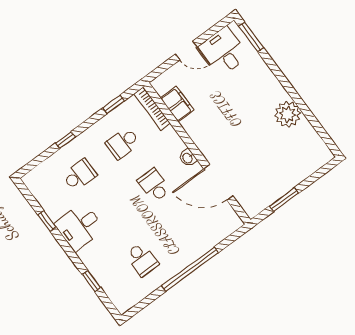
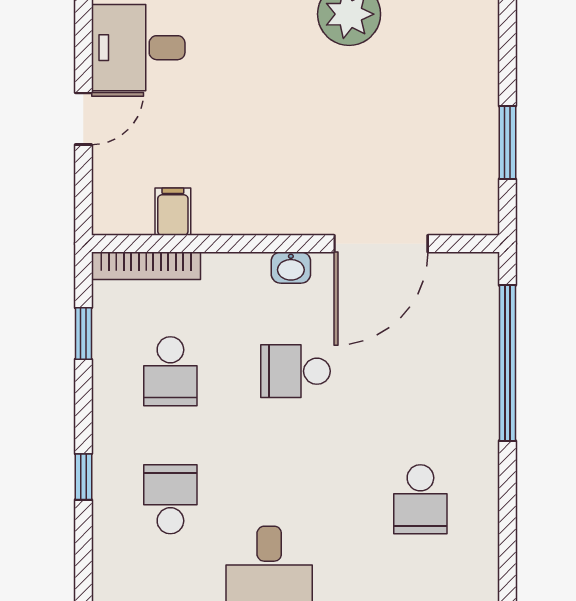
filing cabinet: (177, 104) -> (173, 212), width x0.50
school desk: (142, 259) -> (420, 499), turned 90
window: (190, 269) -> (507, 363), moved

